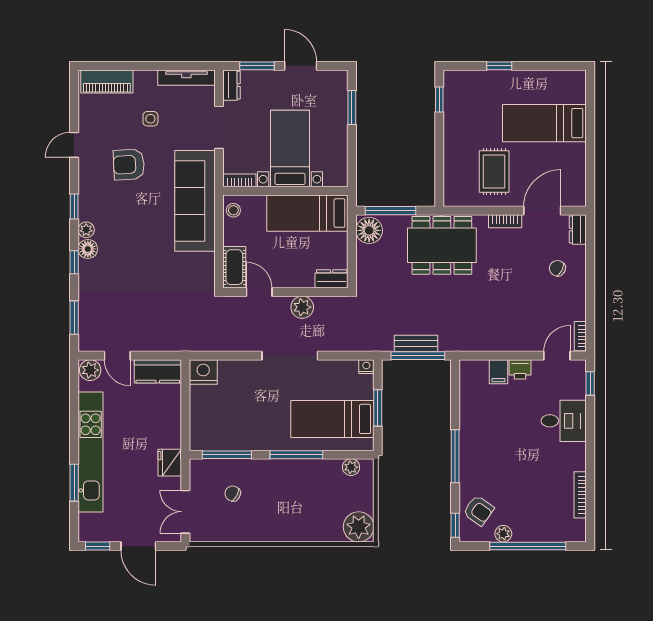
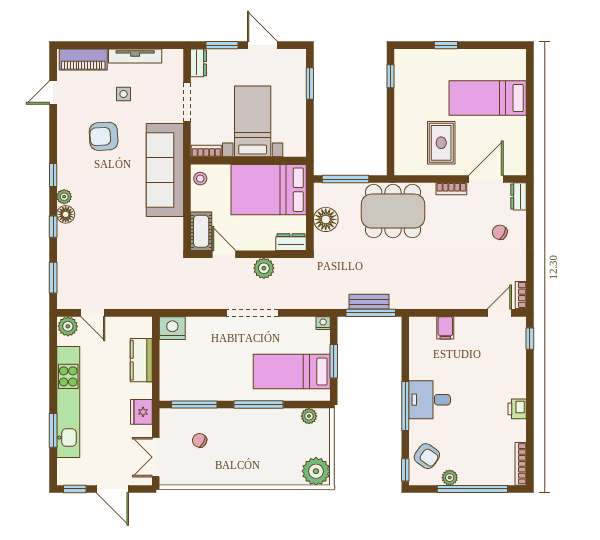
tv unit: (186, 78) -> (135, 56), moved
door: (74, 145) -> (53, 93), moved
bed: (307, 213) -> (269, 190), width x1.50
floor lamp: (369, 230) -> (326, 219), moved
printer: (520, 369) -> (517, 409), moved, turned 90
kitchen counter: (158, 371) -> (141, 360), moved, turned 90
desk: (564, 421) -> (430, 400), moved, turned 180
bookcase: (580, 495) -> (521, 464), moved

